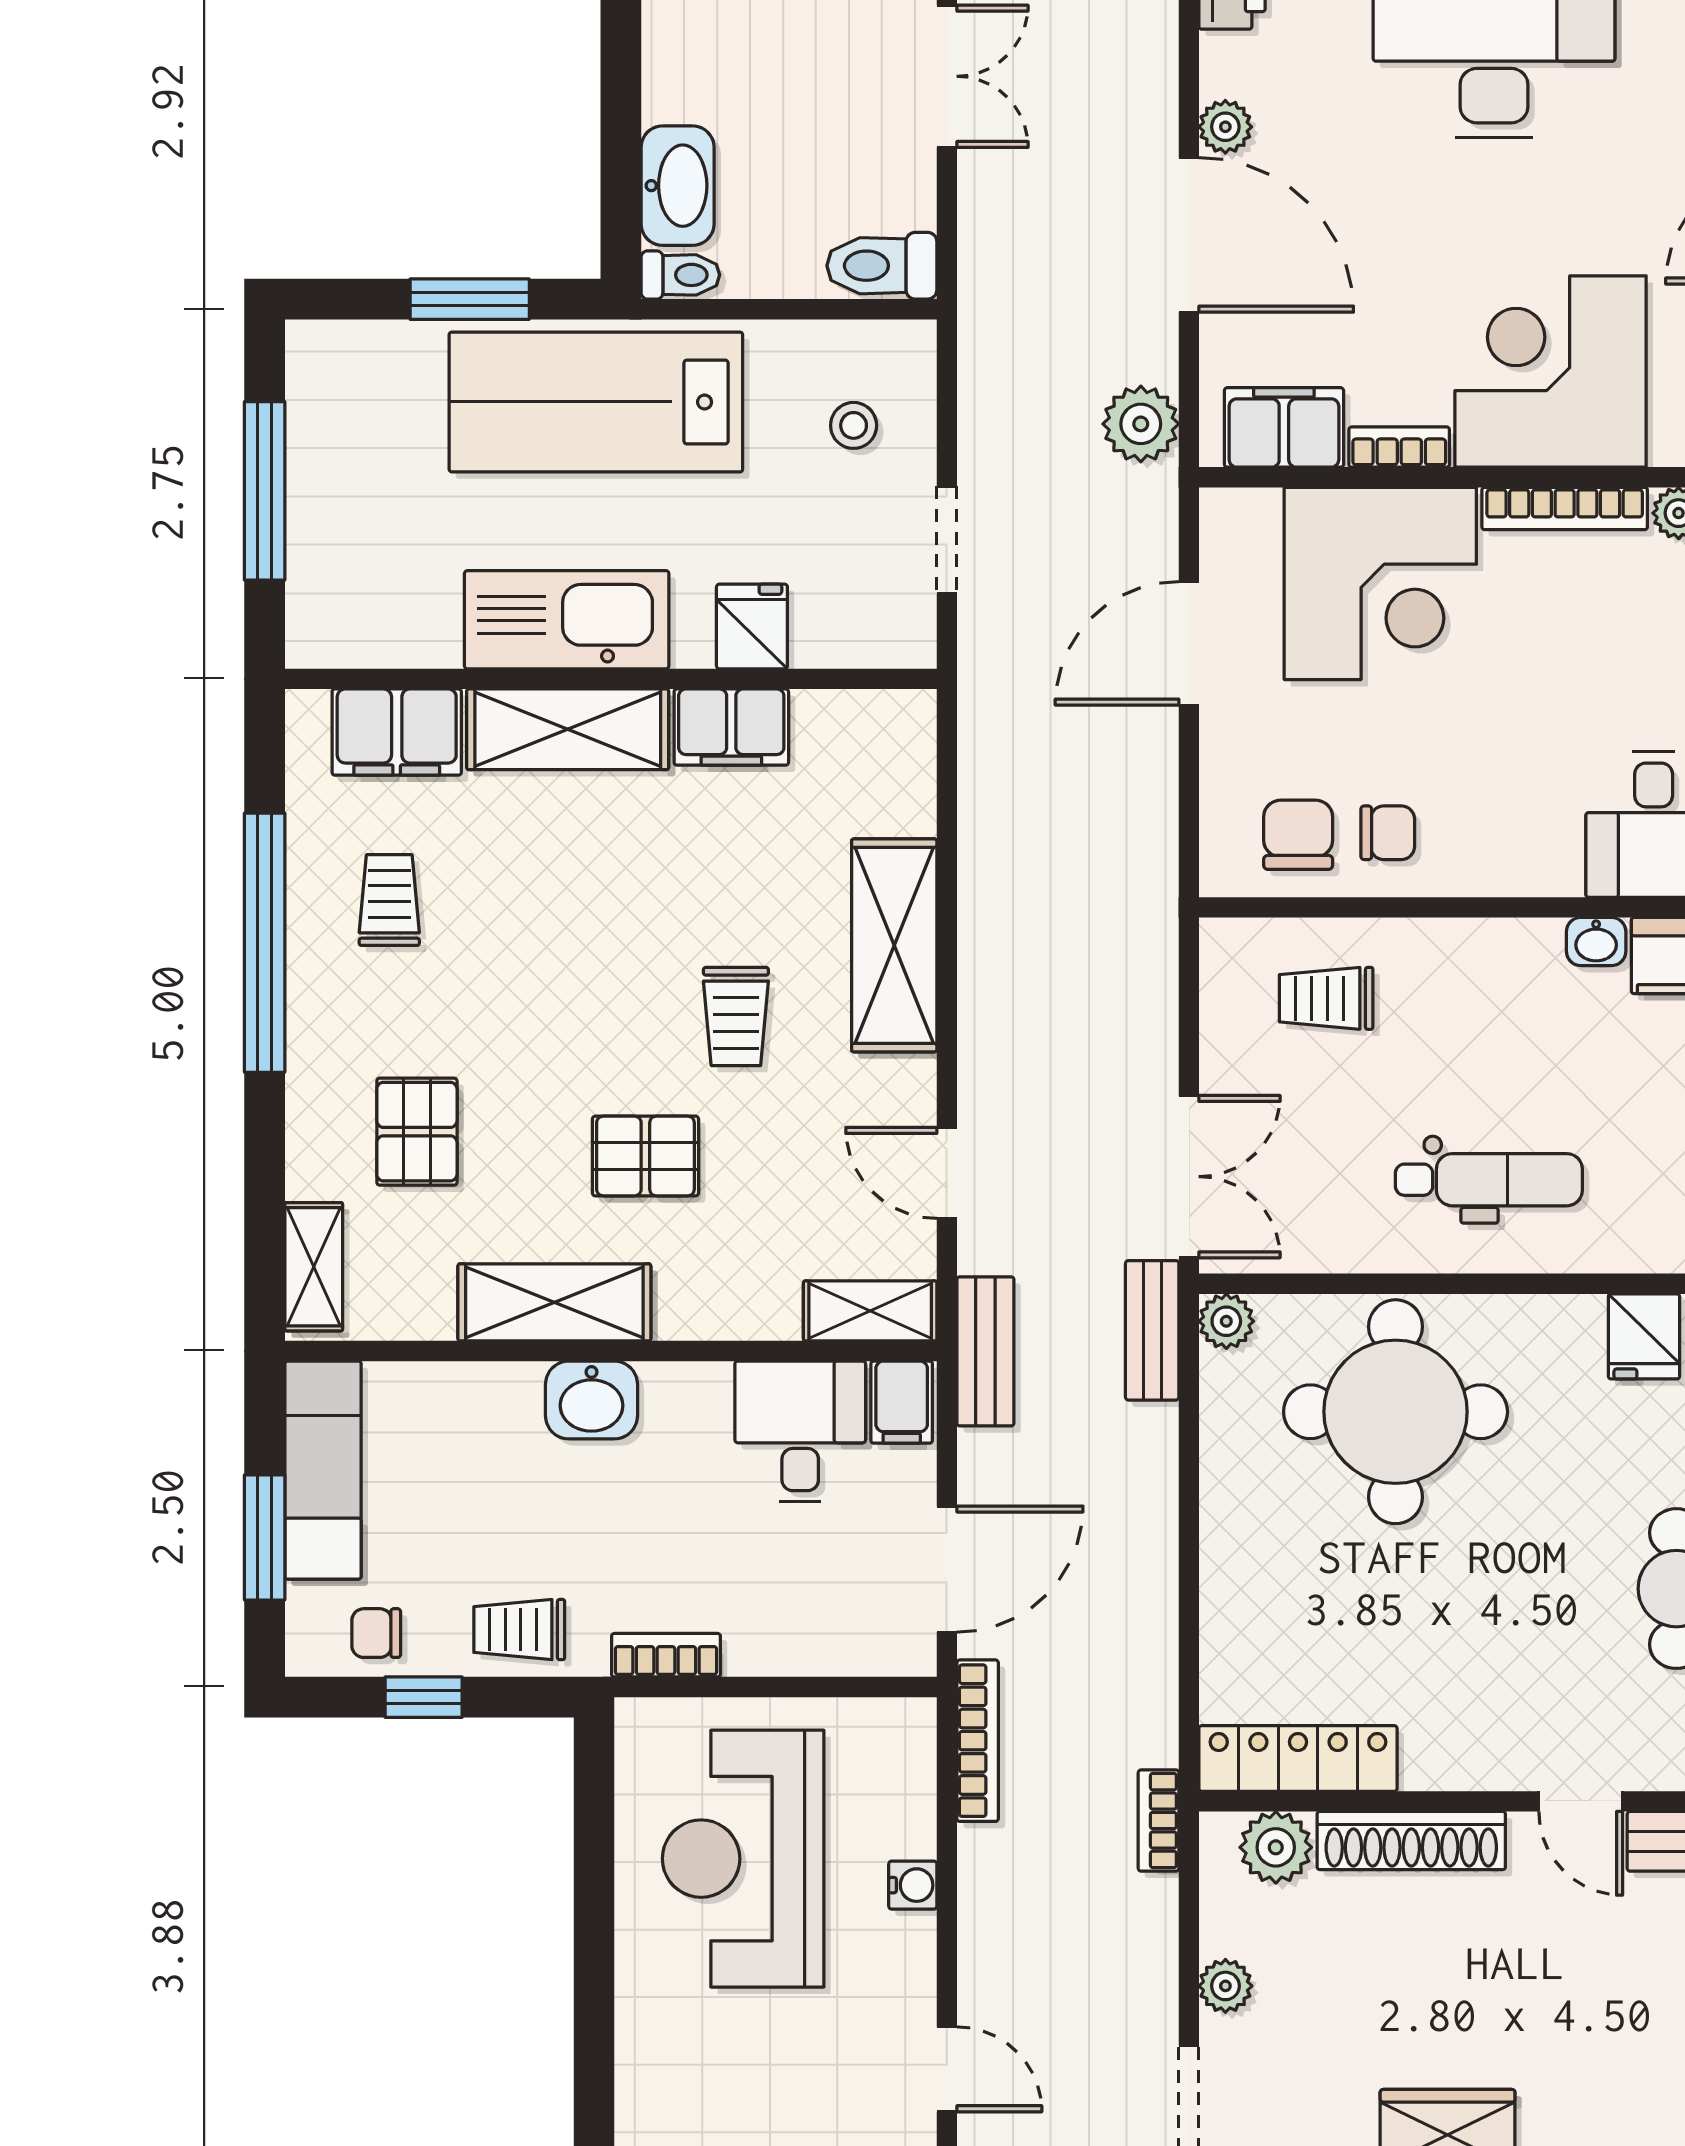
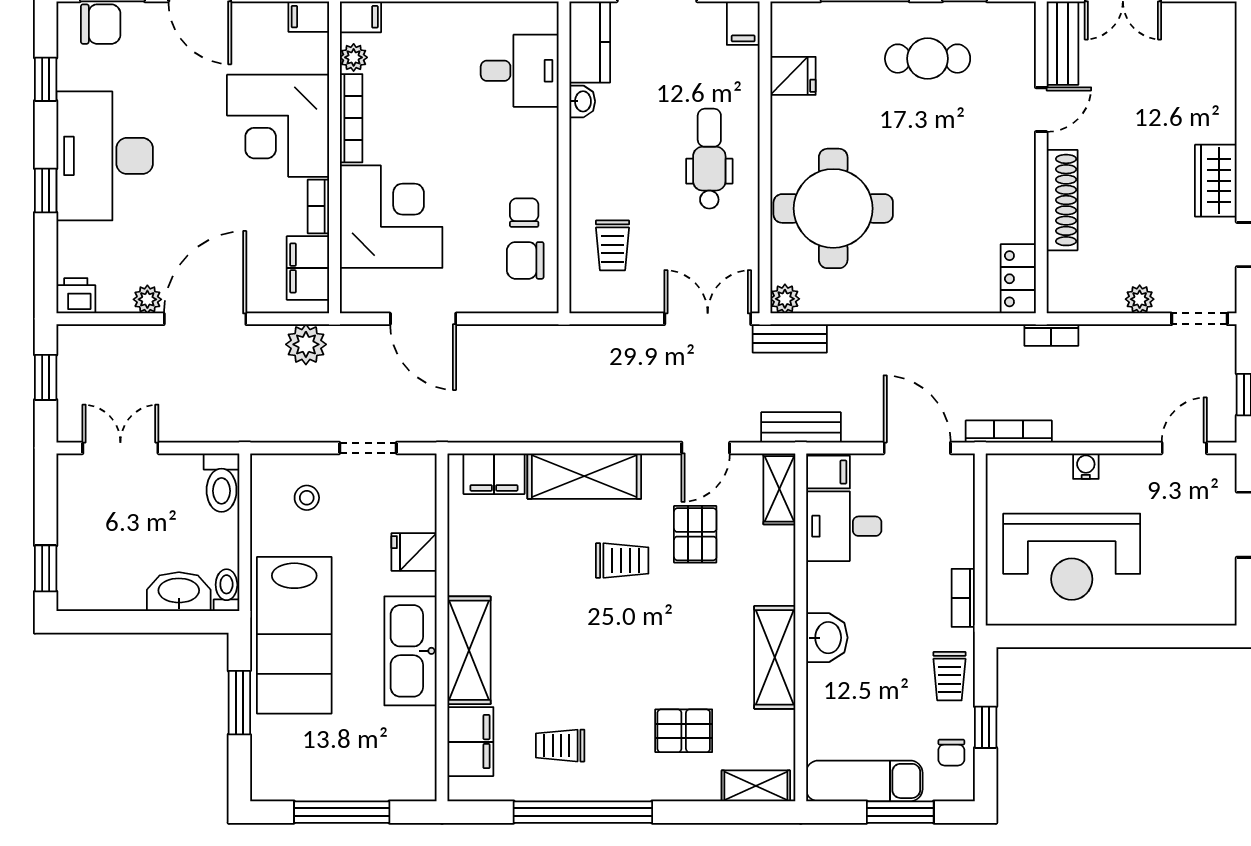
filing cabinet: (731, 727) -> (494, 474), moved, turned 90
pallet: (645, 1156) -> (695, 534), moved
locker: (1298, 1758) -> (1018, 279), width x0.66
plant: (1276, 1847) -> (1066, 272), removed

